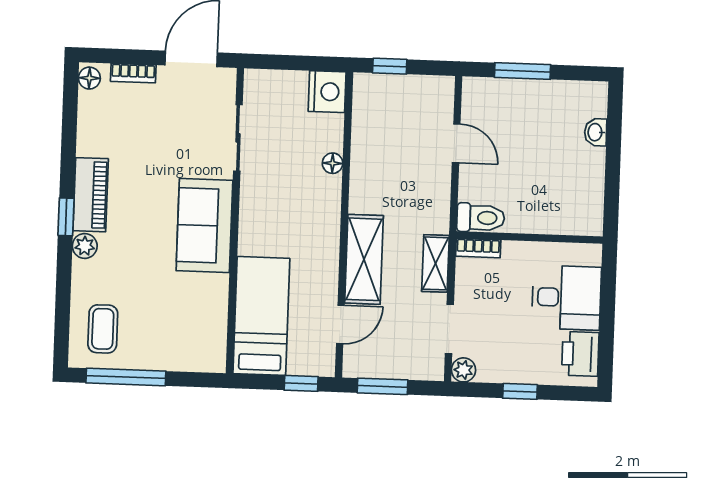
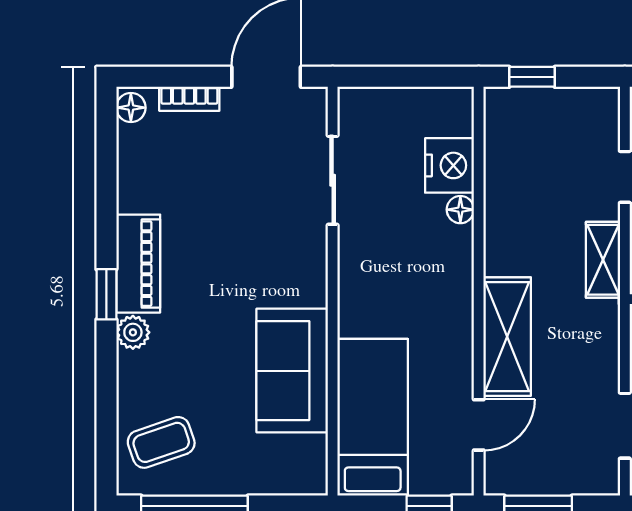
nightstand: (327, 92) -> (449, 165), moved
sofa: (204, 226) -> (292, 371), moved
shelving: (435, 263) -> (603, 260), moved
coffee table: (103, 329) -> (161, 442), turned 71

